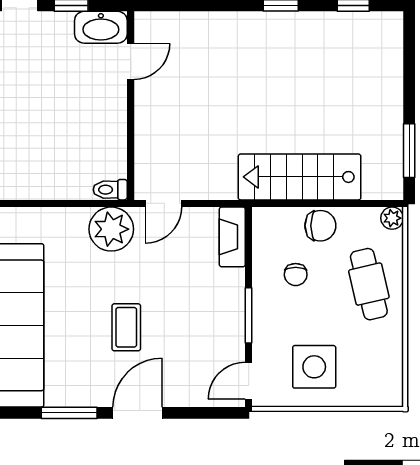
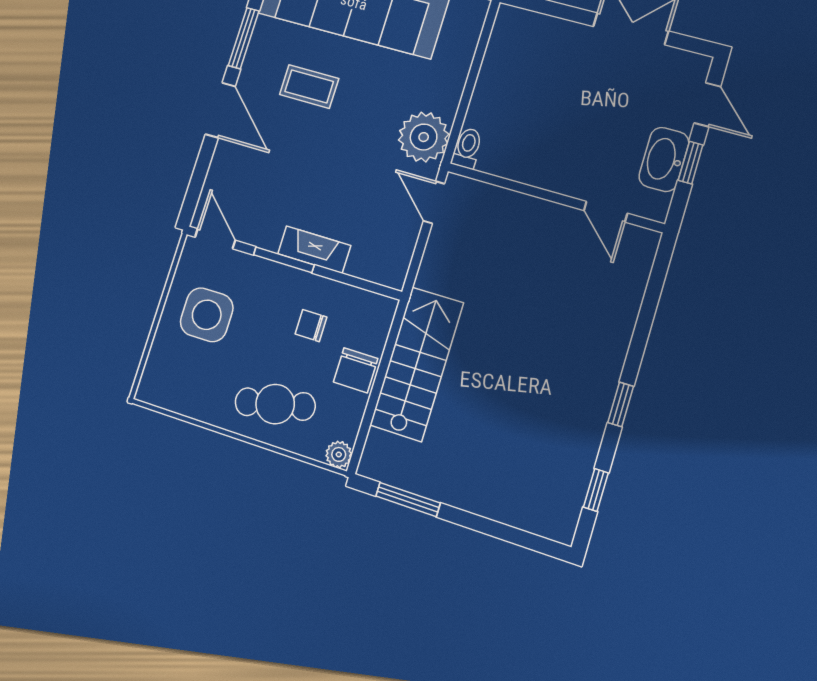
washbasin: (101, 27) -> (664, 159), moved
fireplace: (232, 237) -> (314, 250), moved
coffee table: (126, 327) -> (309, 87), moved

